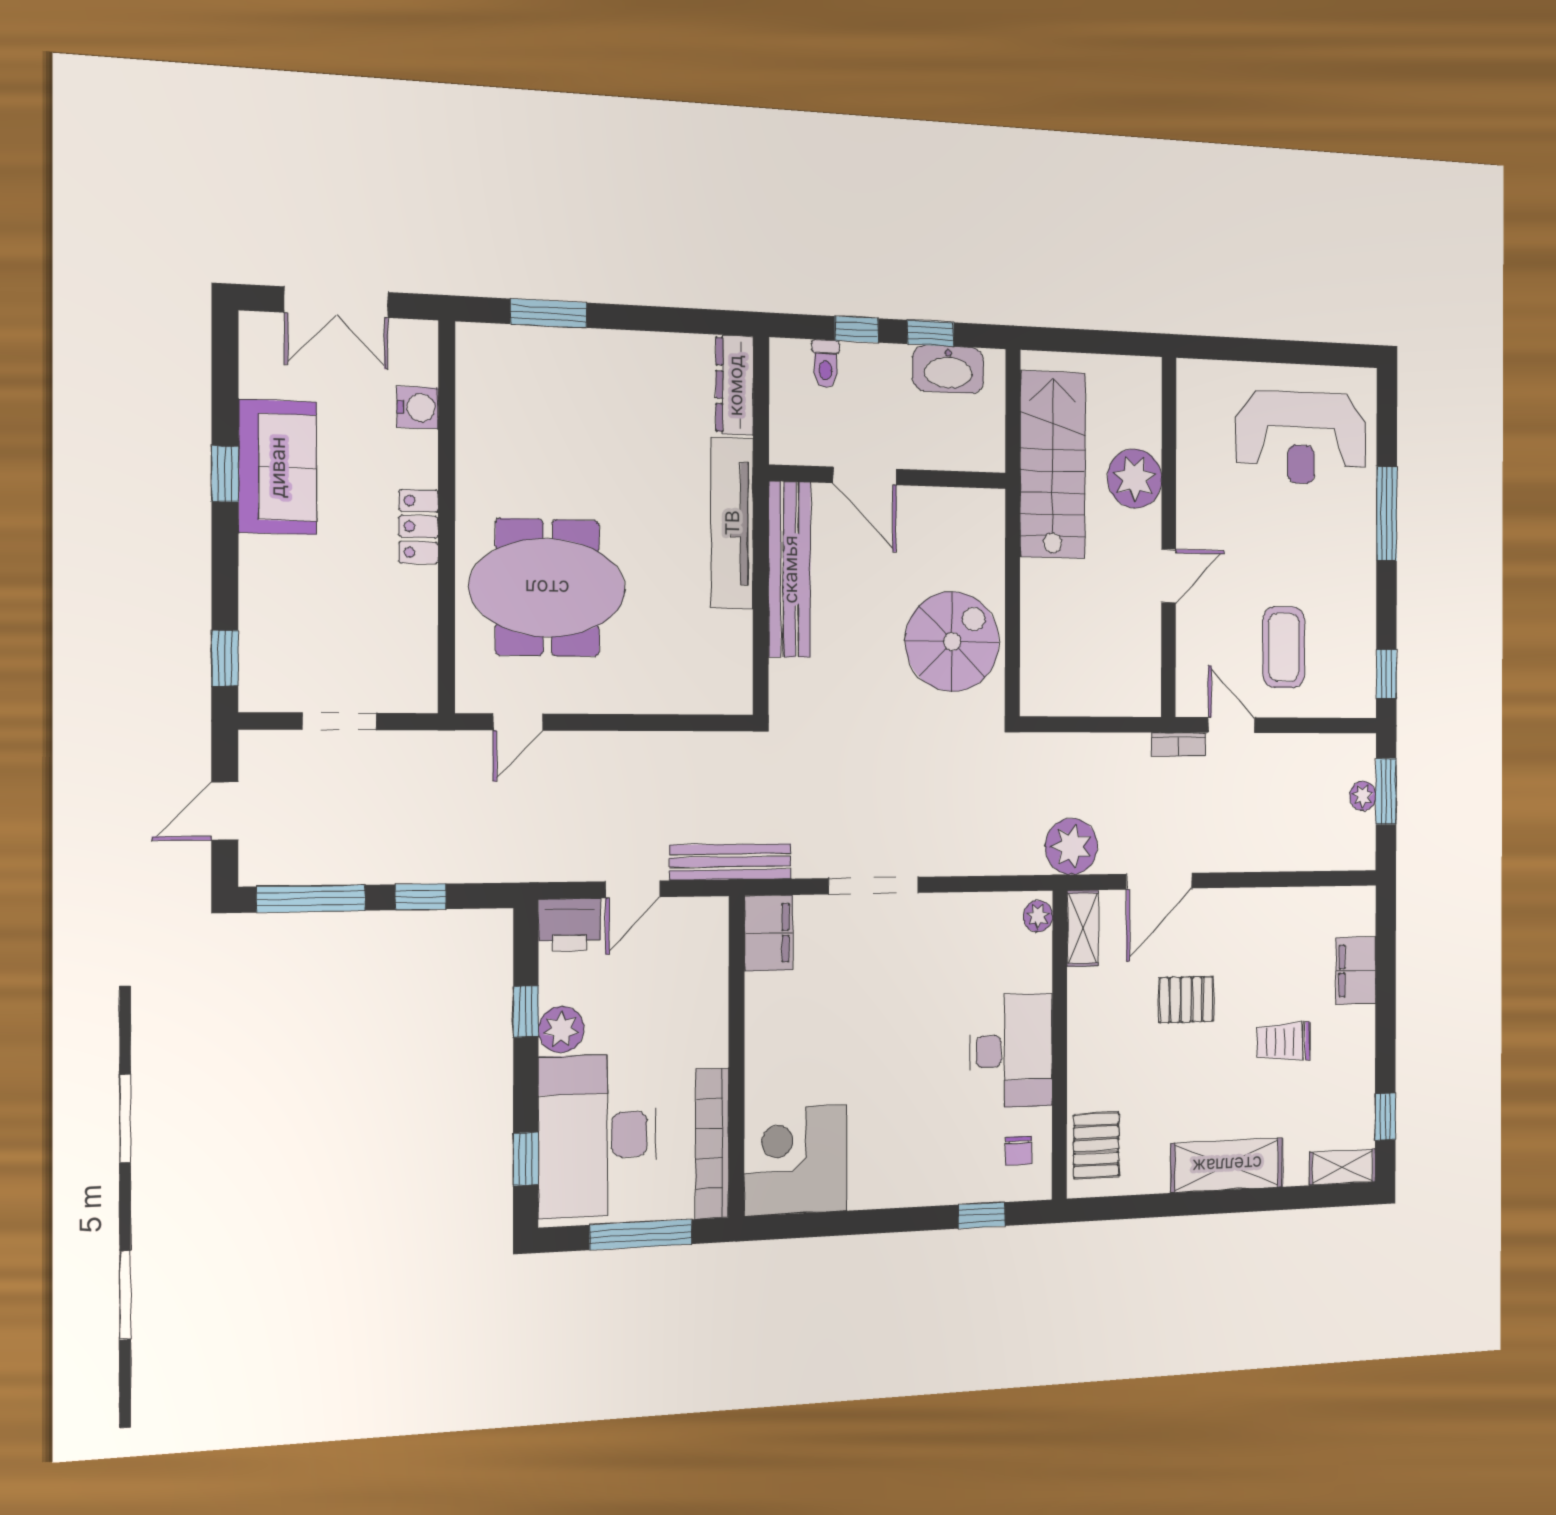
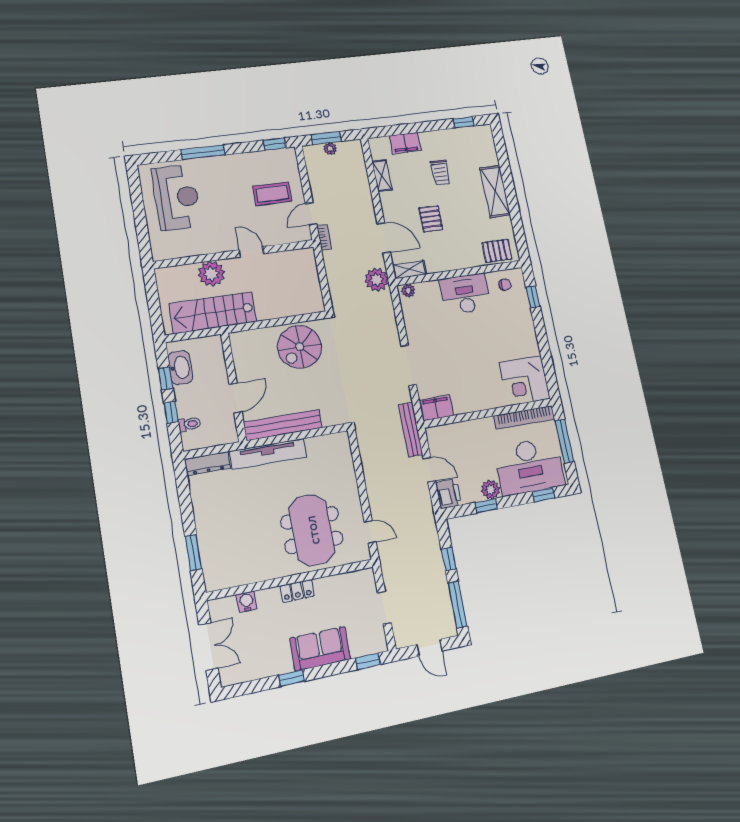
sofa: (277, 467) -> (320, 649), moved
spiral stairs: (952, 642) -> (300, 347), turned -90
shelving: (1343, 1167) -> (382, 176), moved

